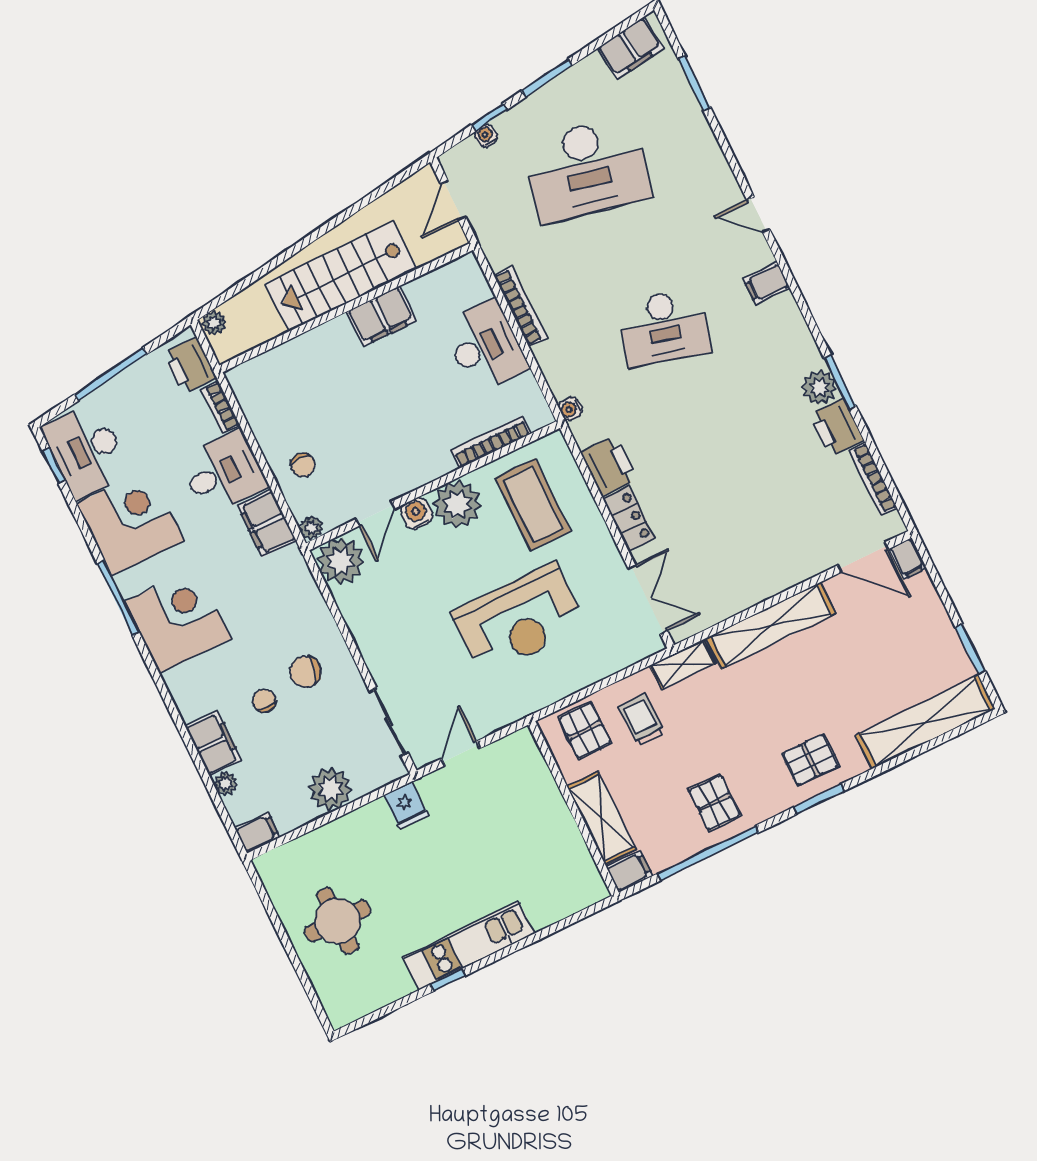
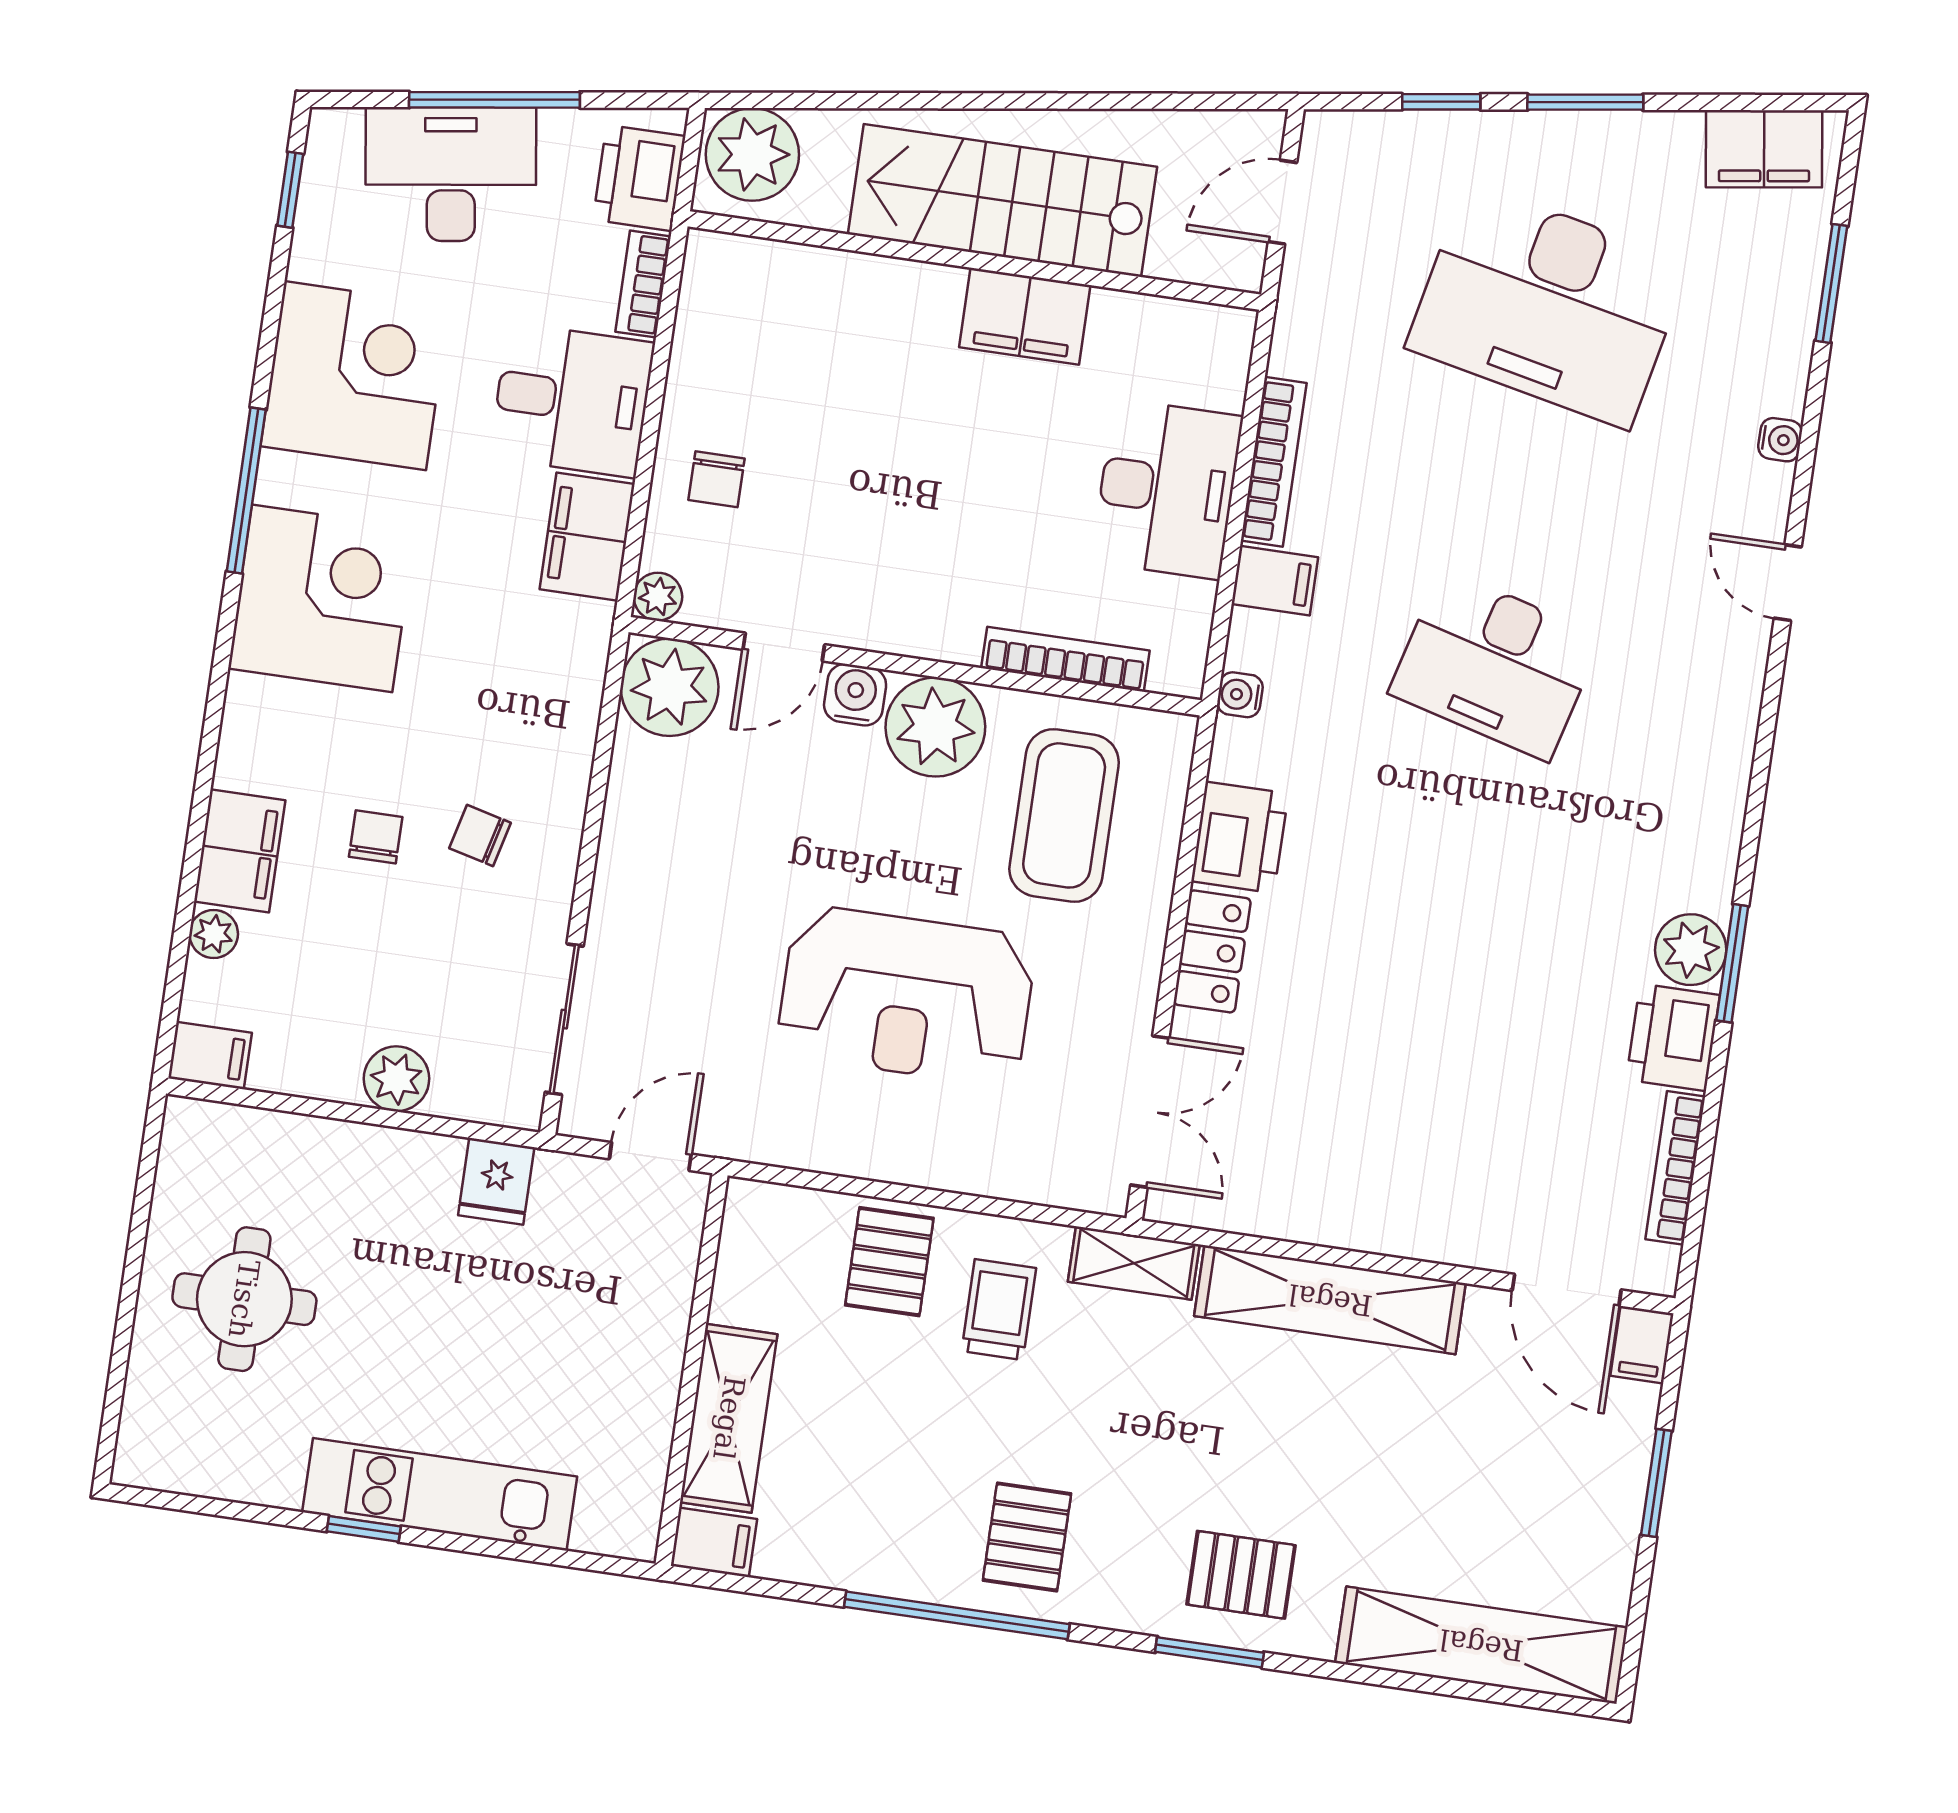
water cooler: (486, 136) -> (1780, 440), moved, turned 98
filing cabinet: (766, 283) -> (1275, 581), moved, turned 180
plant: (214, 323) -> (752, 154), width x1.88, depth x1.88
desk: (86, 450) -> (451, 174), moved, turned 82
window: (970, 649) -> (1656, 1483), moved
chair: (305, 672) -> (480, 835), width x0.73, depth x0.73
plant: (331, 789) -> (396, 1079), width x0.73, depth x0.73
wall: (573, 809) -> (692, 1370), moved
shelving: (602, 818) -> (729, 1418), moved
filing cabinet: (629, 871) -> (714, 1542), moved

